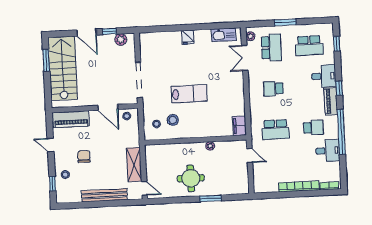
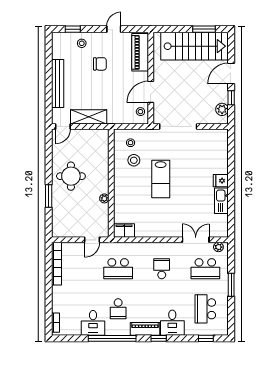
kitchen sink: (224, 35) -> (221, 201), moved
school desk: (276, 130) -> (118, 269), turned -90
bookcase: (299, 186) -> (56, 264), moved

